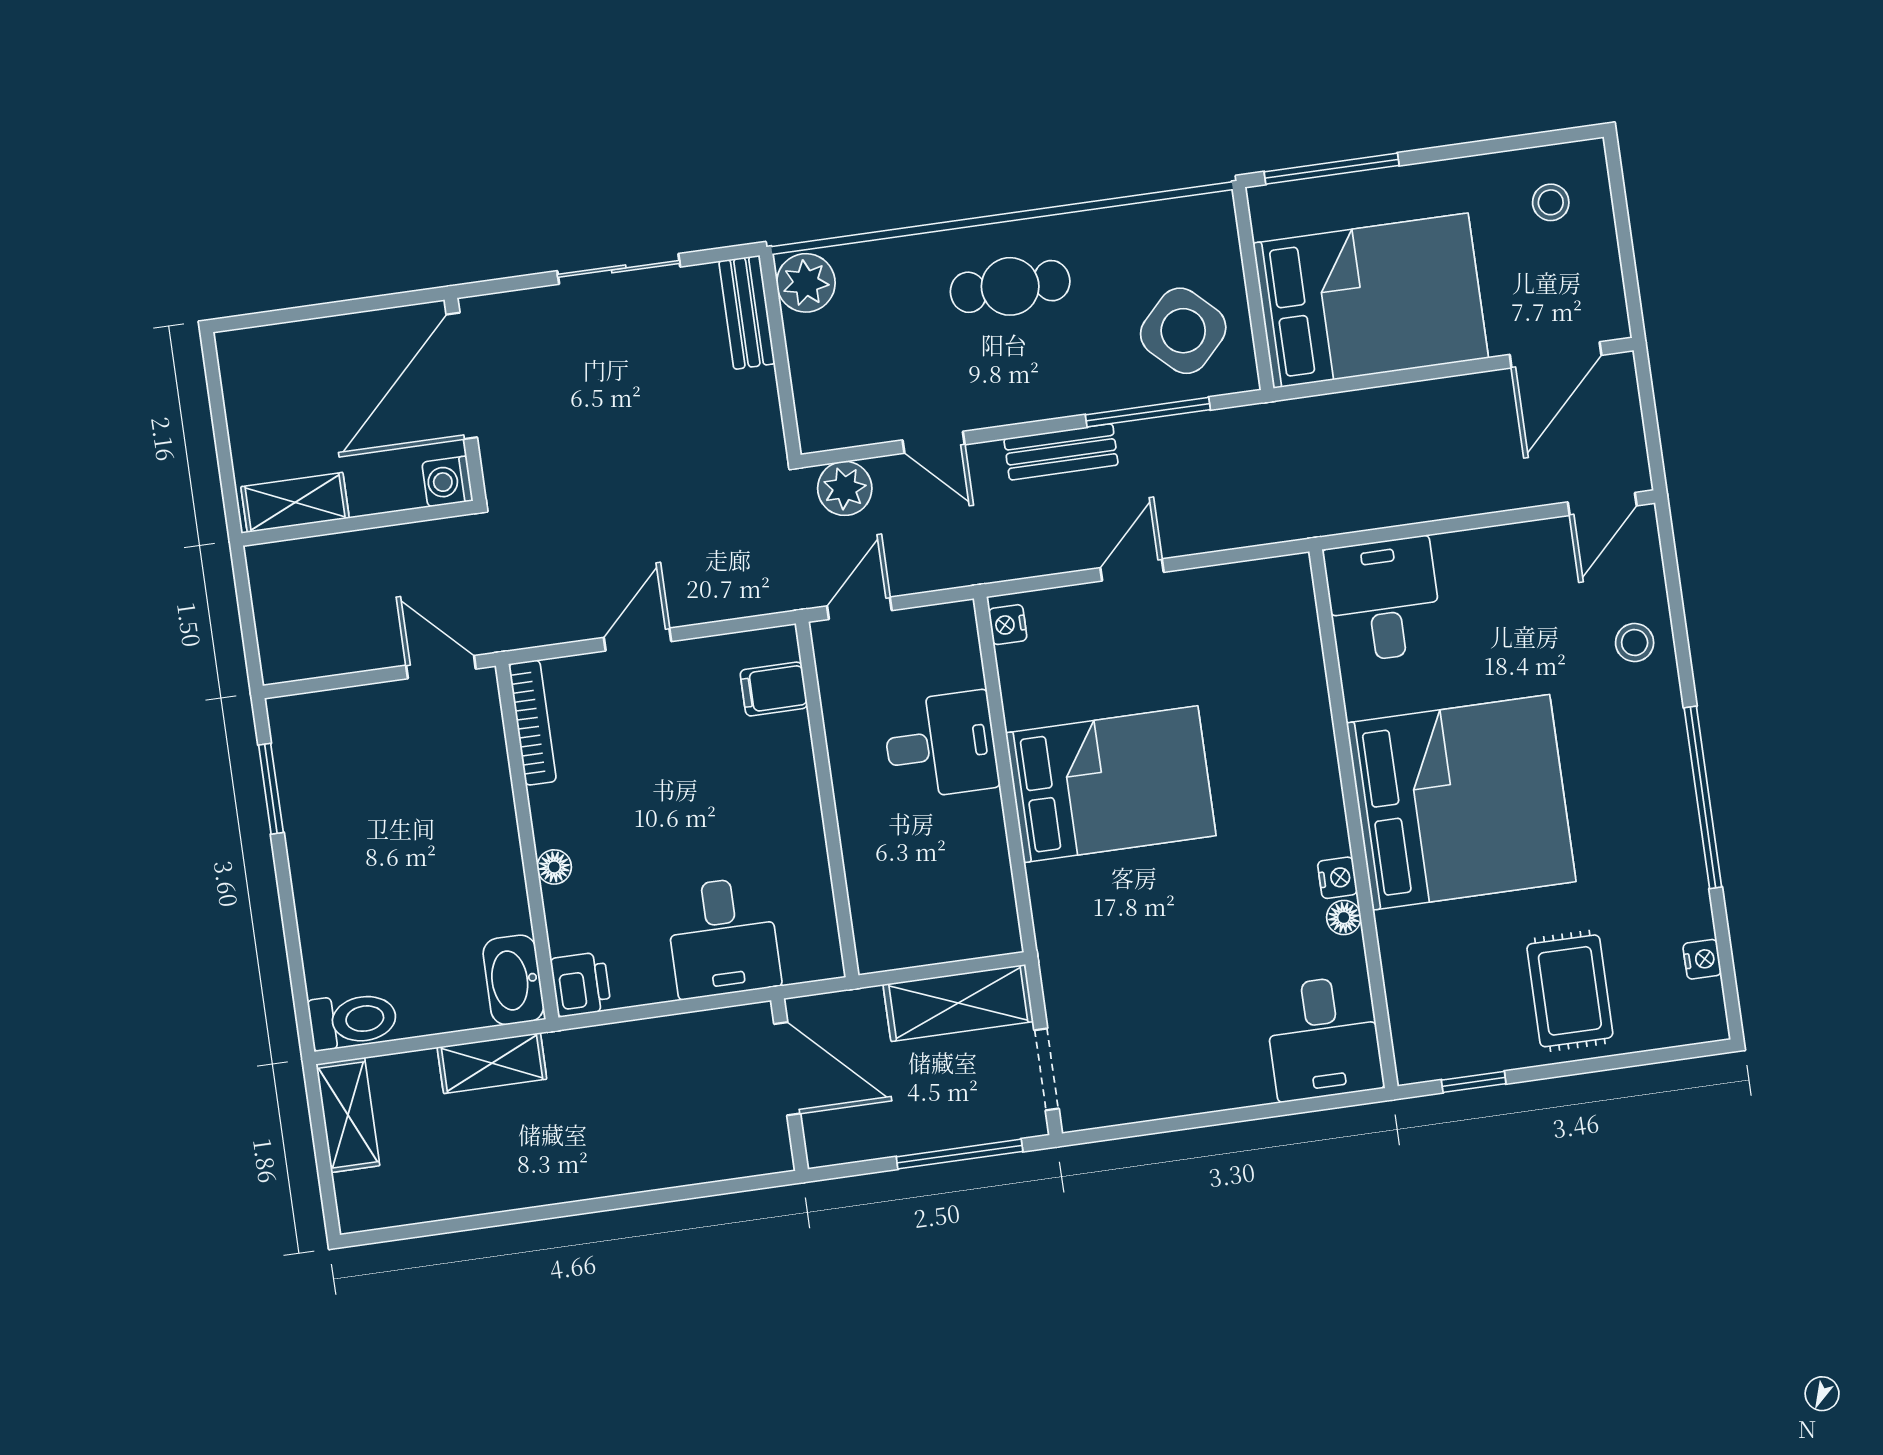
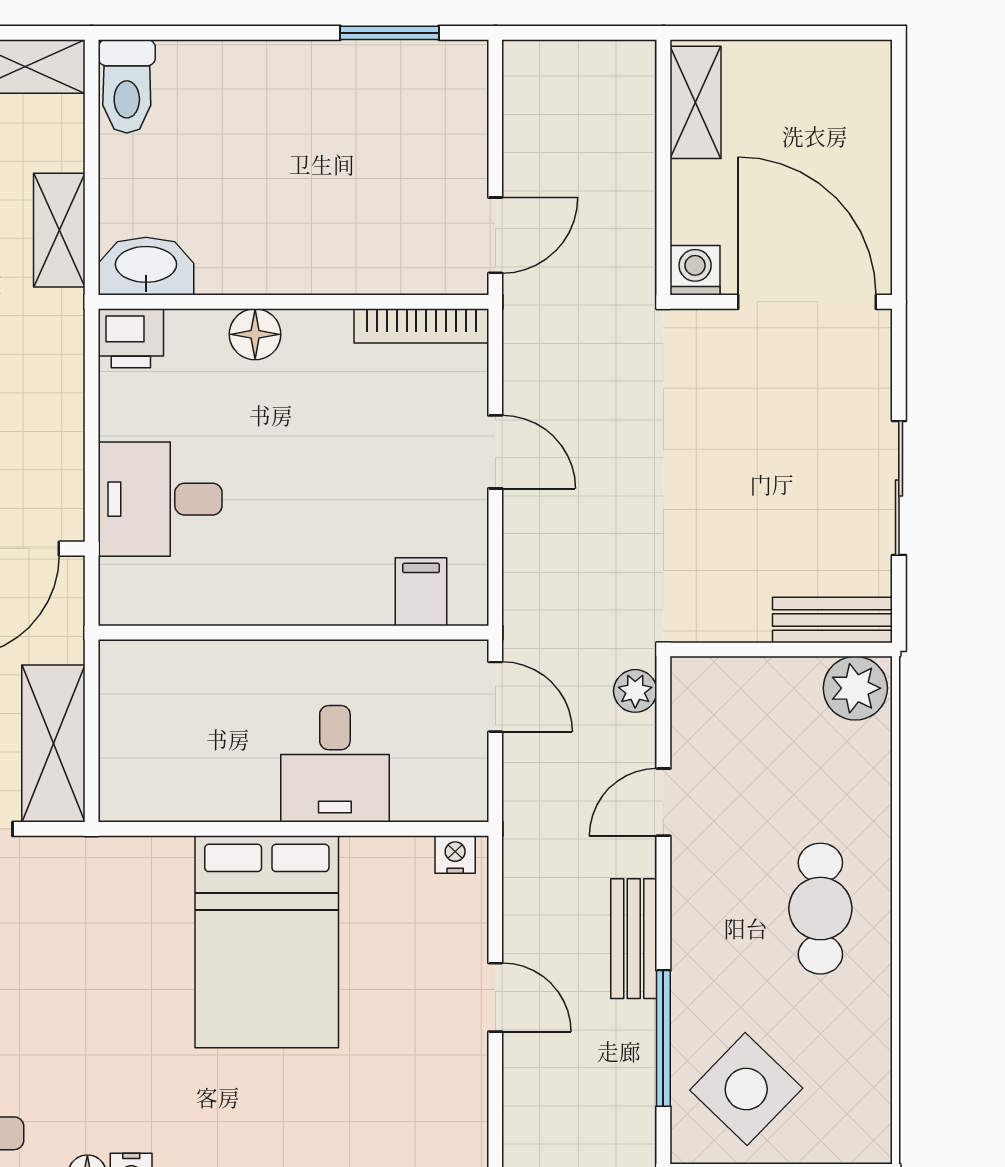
plant: (845, 488) -> (635, 691), width x0.73, depth x0.73
floor lamp: (554, 867) -> (255, 334), width x1.37, depth x1.37

